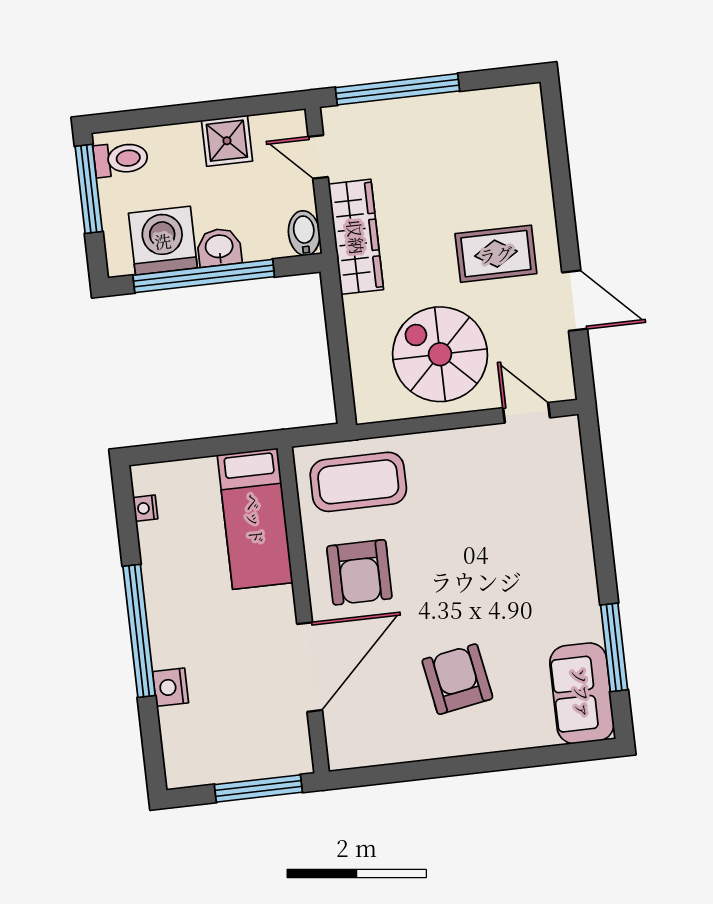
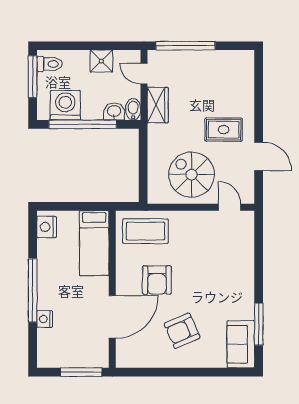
wardrobe: (356, 237) -> (158, 105), width x0.67
washbasin: (219, 247) -> (114, 112), moved
nightstand: (145, 508) -> (47, 227), width x1.89, depth x1.79
armchair: (359, 572) -> (157, 280), moved
armchair: (457, 679) -> (182, 331), turned -104

